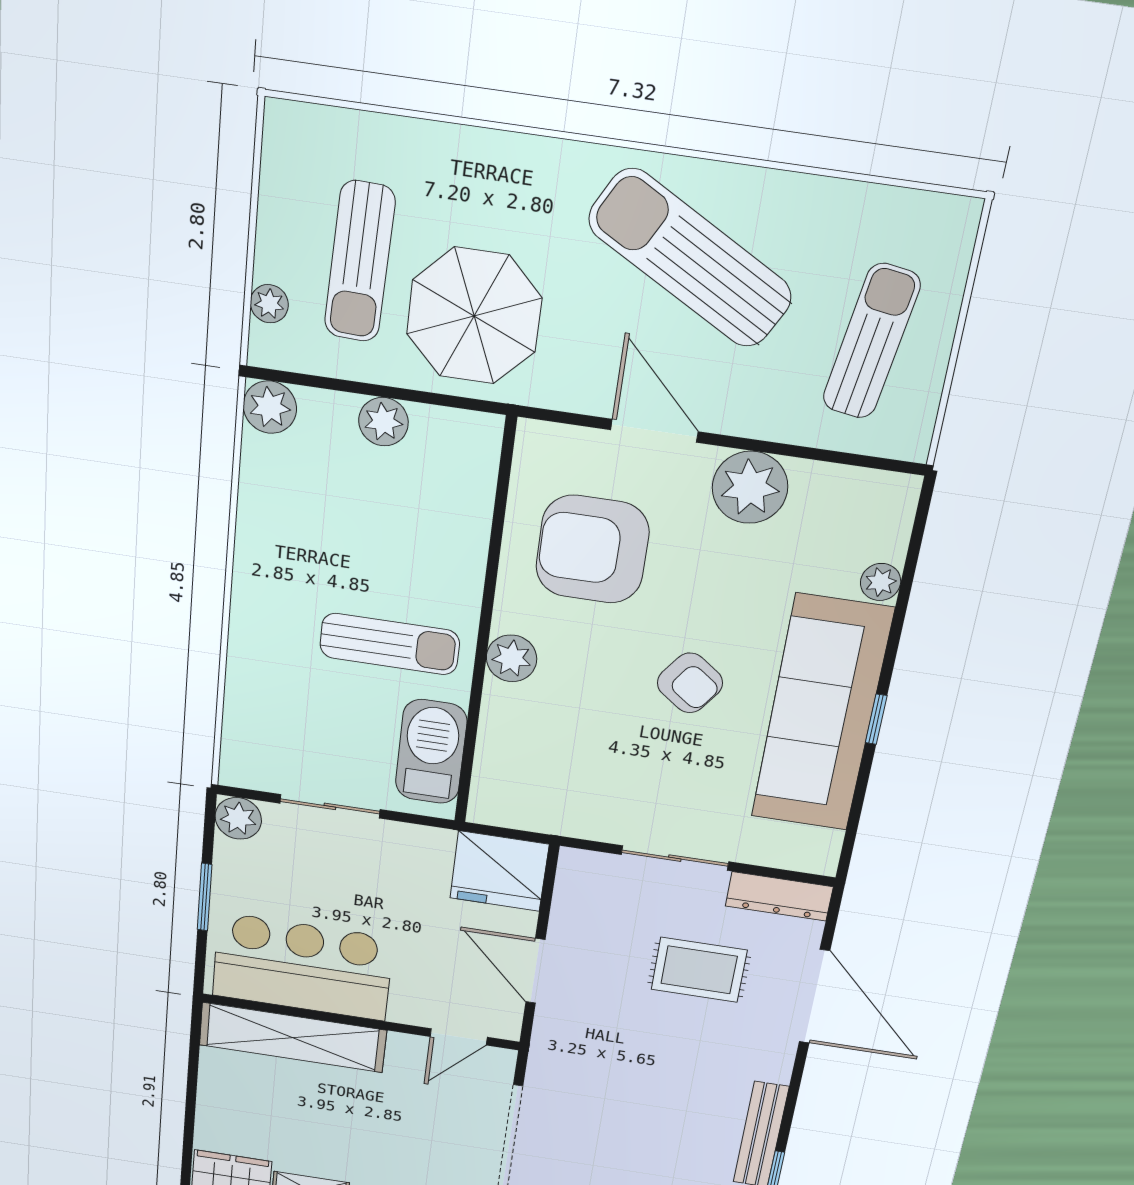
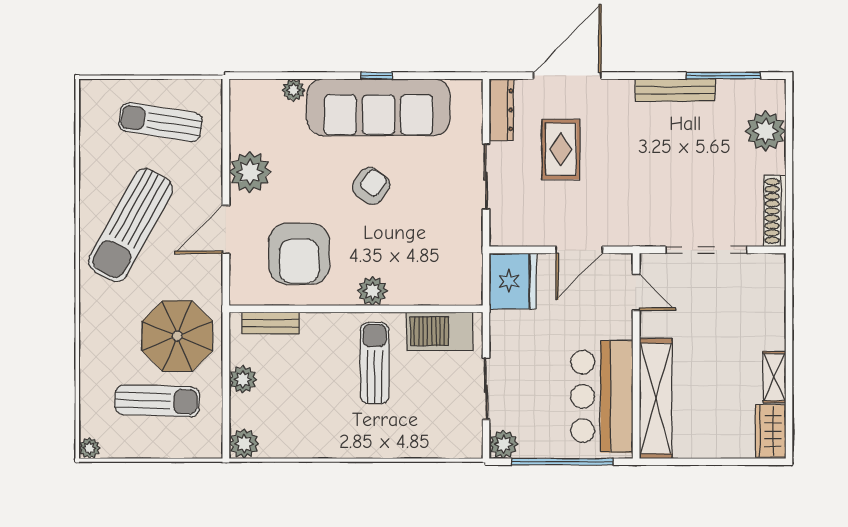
plant: (269, 304) -> (89, 448), moved
bench: (478, 484) -> (271, 323), added
window: (205, 897) -> (562, 462), width x2.11

